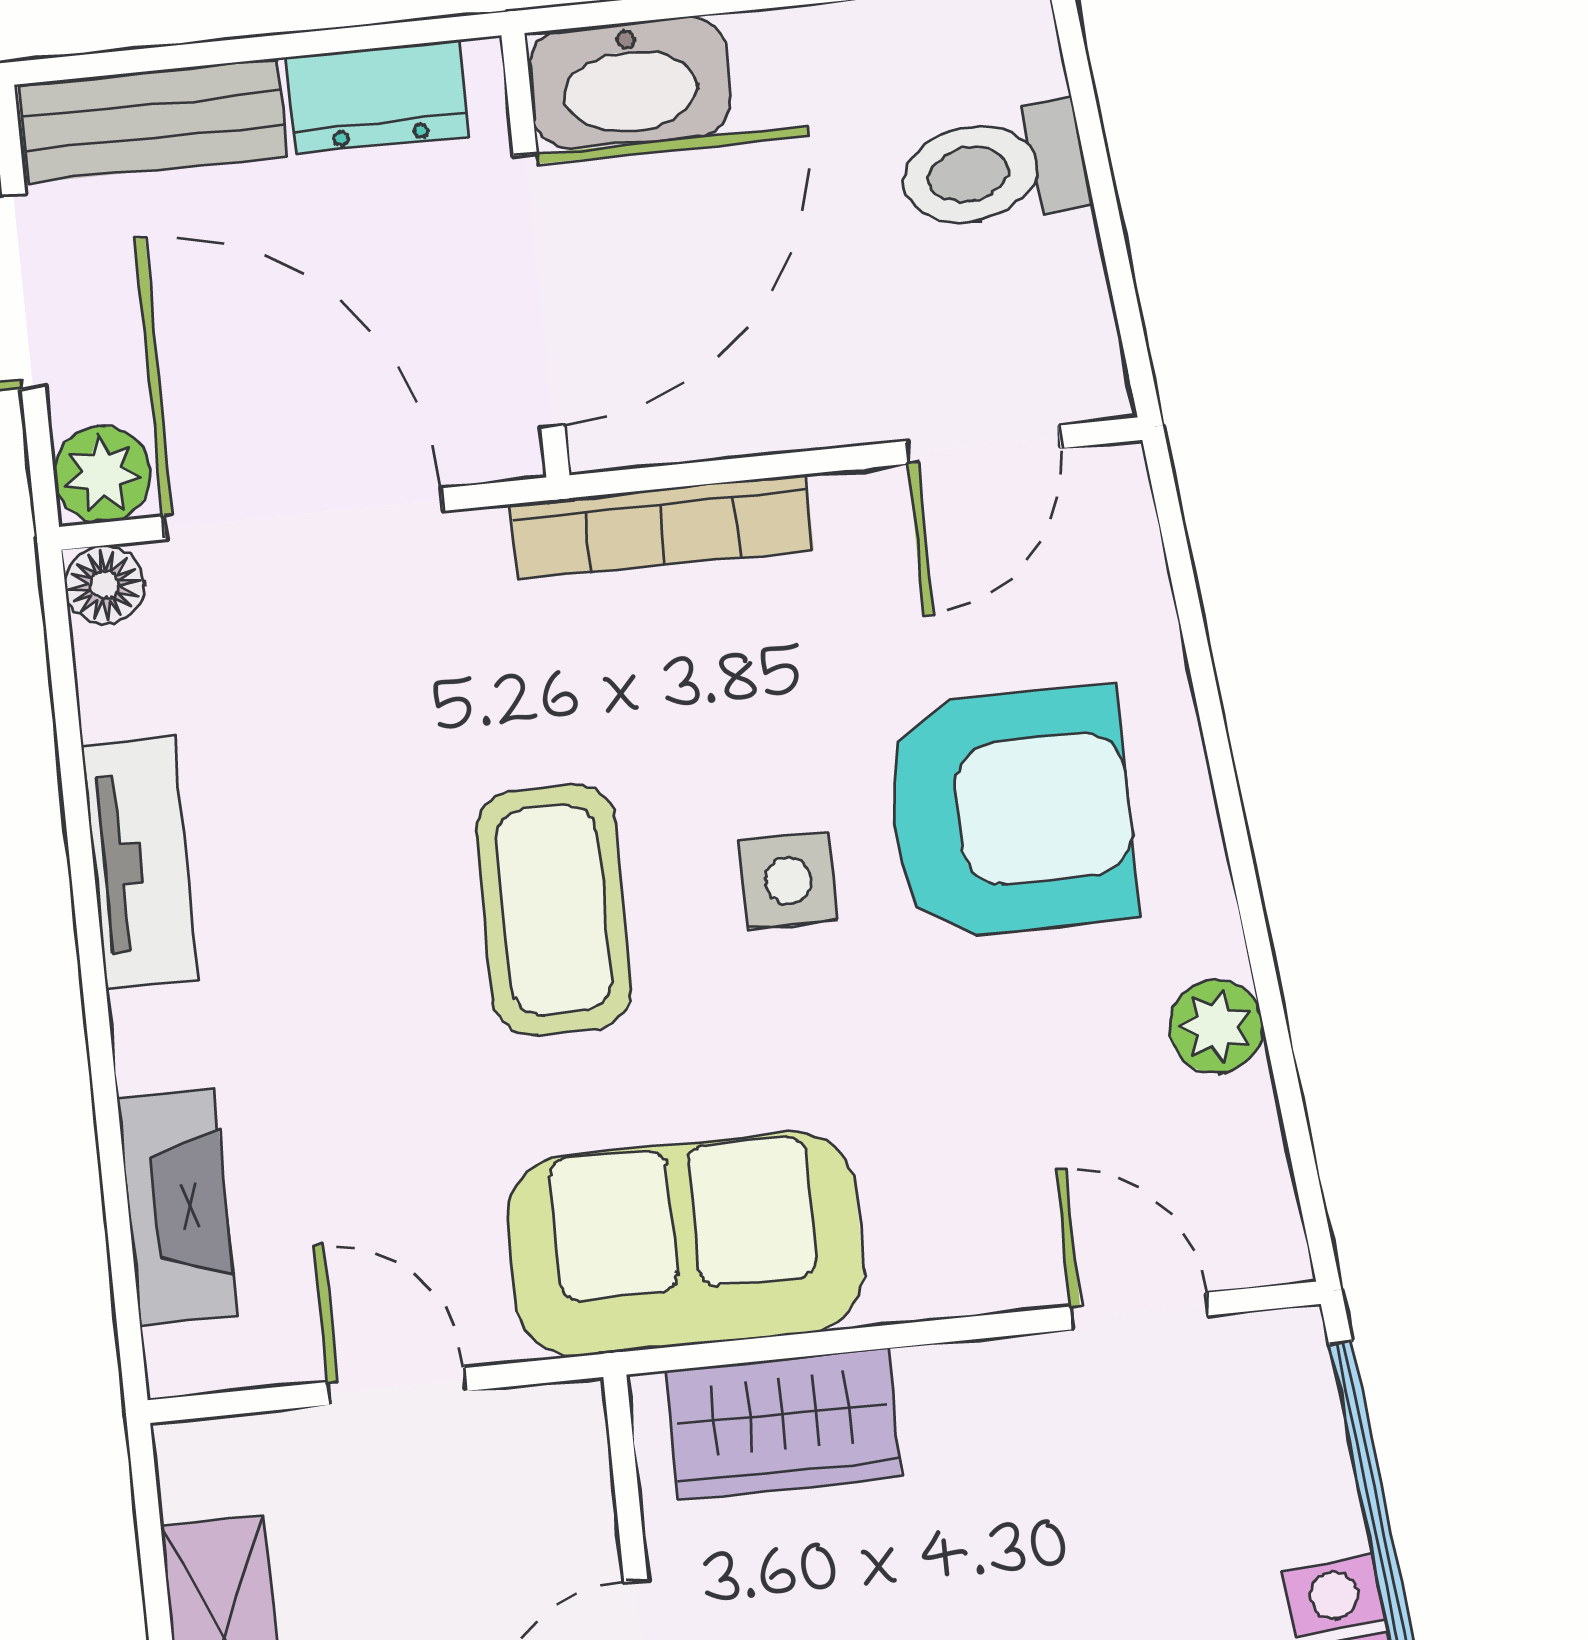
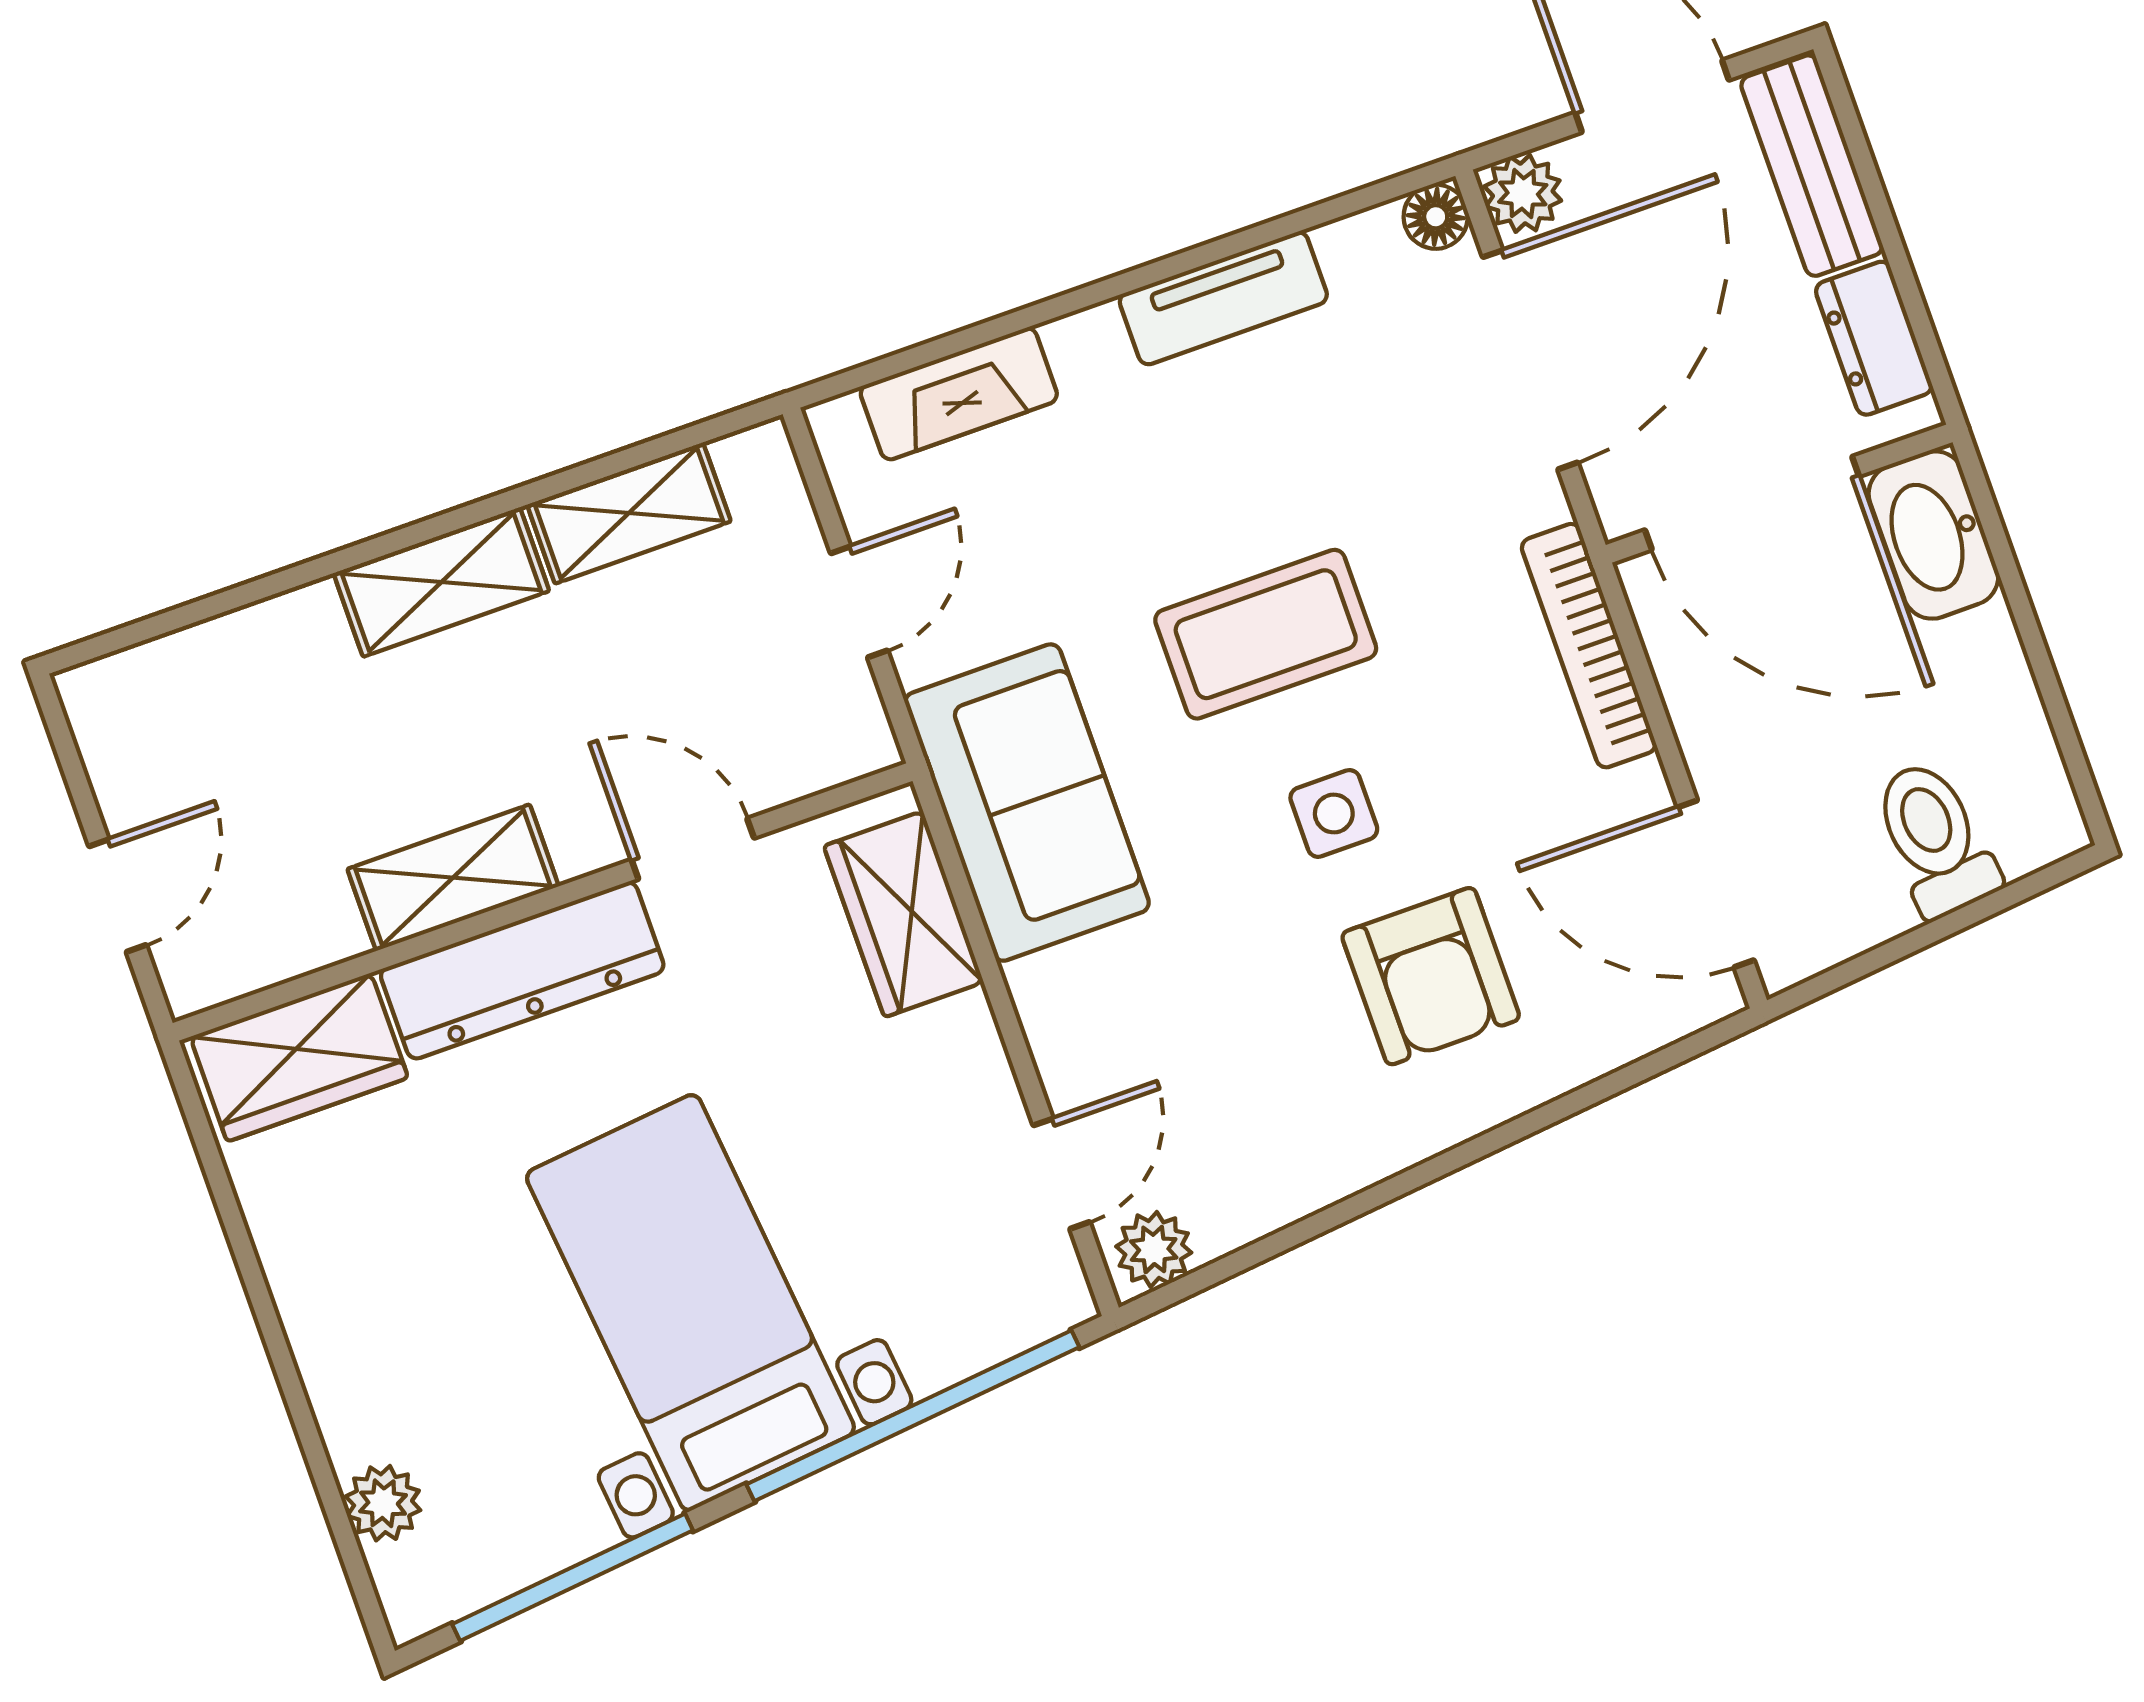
door: (983, 445) -> (1716, 884), width x1.38
armchair: (1011, 812) -> (1431, 976), width x0.73, depth x0.73
plant: (1216, 1027) -> (1154, 1249), moved

